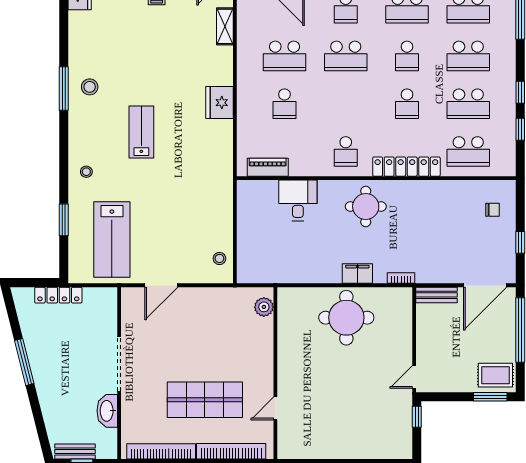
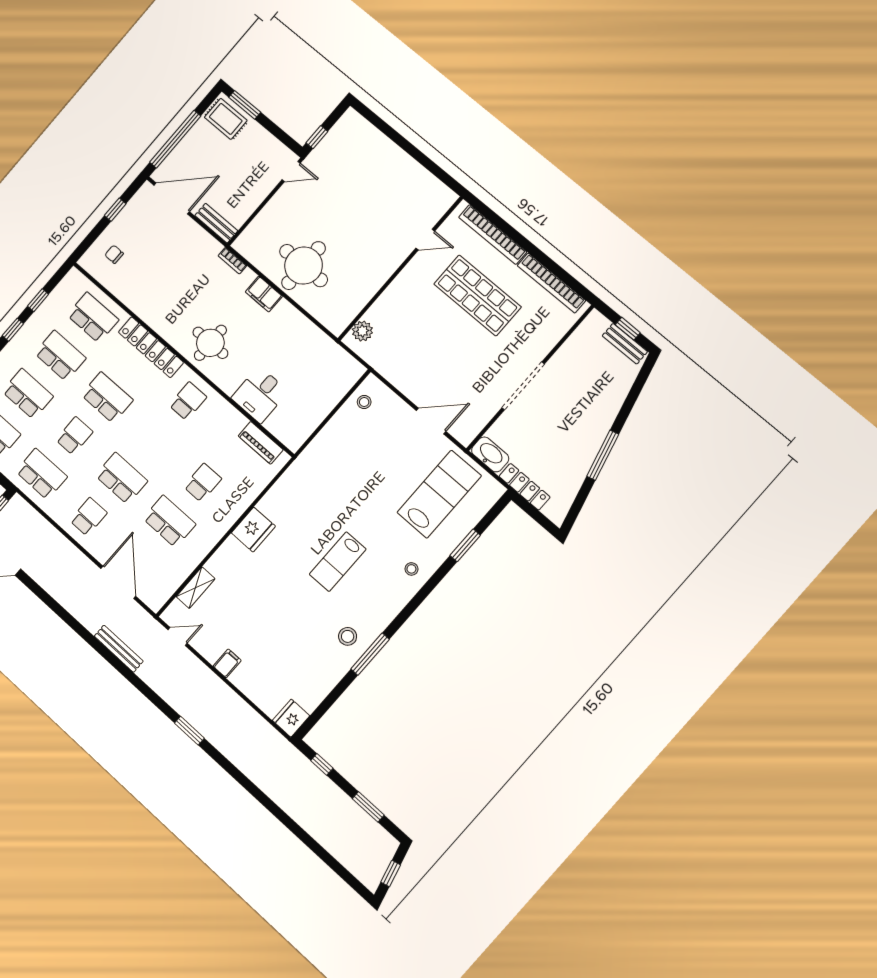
school desk: (407, 104) -> (107, 397), width x1.85
washbasin: (107, 411) -> (490, 454), moved, turned -90

